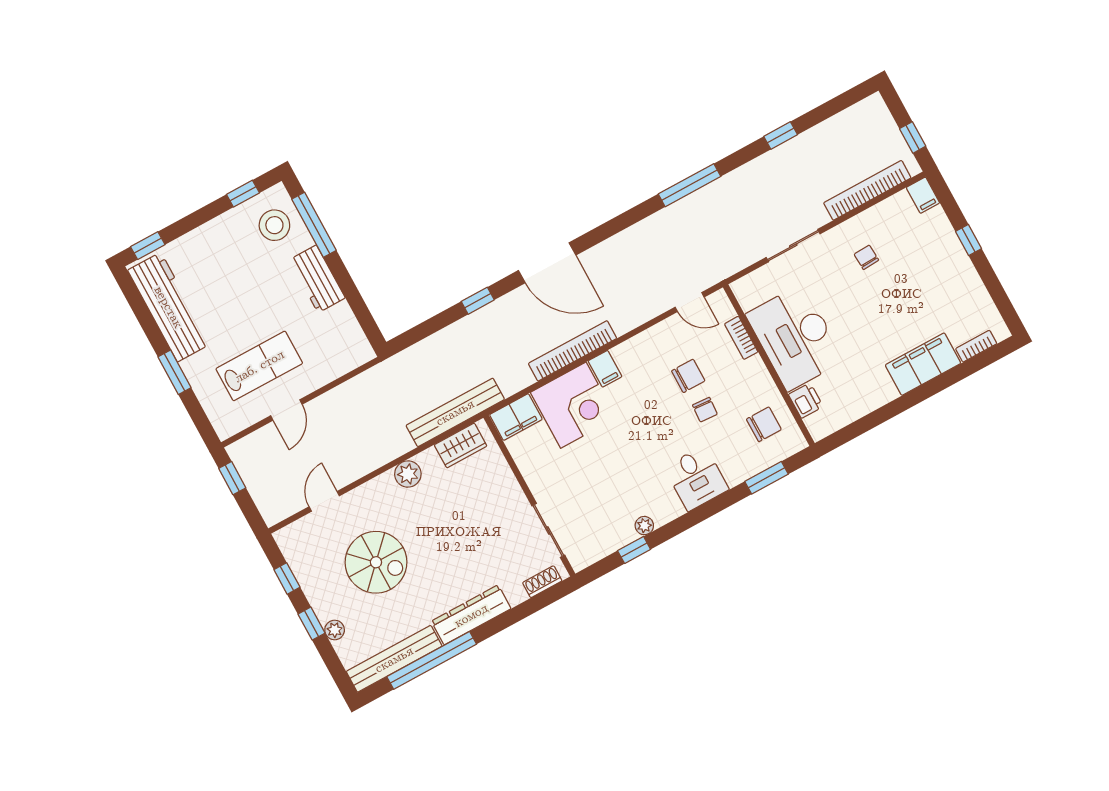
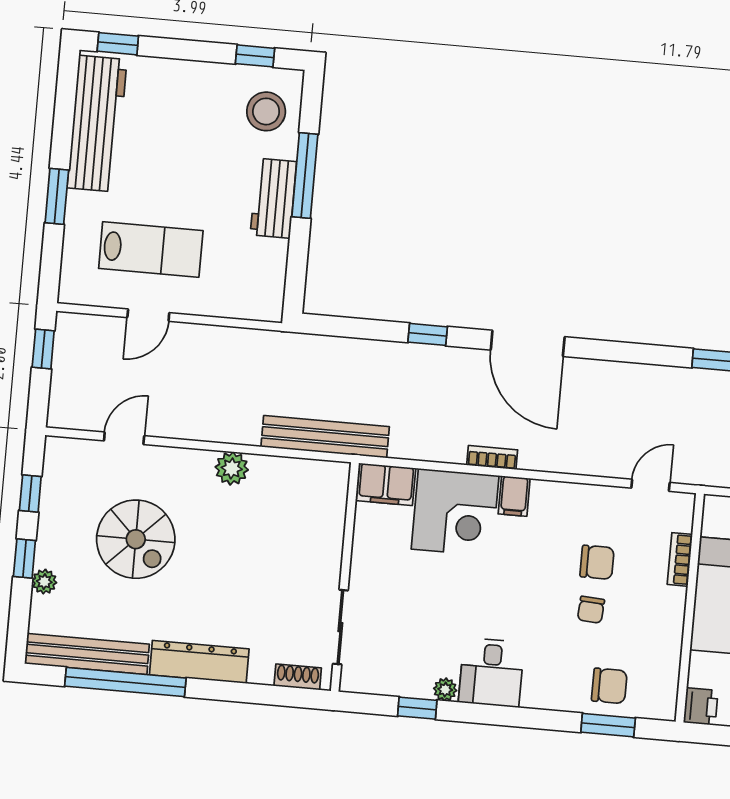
window: (314, 225) -> (305, 176), moved
door: (690, 302) -> (651, 485), swing flipped
bookcase: (573, 351) -> (492, 457), width x0.43, depth x0.76
printer: (806, 401) -> (701, 706), moved
chair: (764, 424) -> (609, 686), moved
wardrobe: (461, 445) -> (307, 475), removed
desk: (696, 478) -> (491, 672), moved

